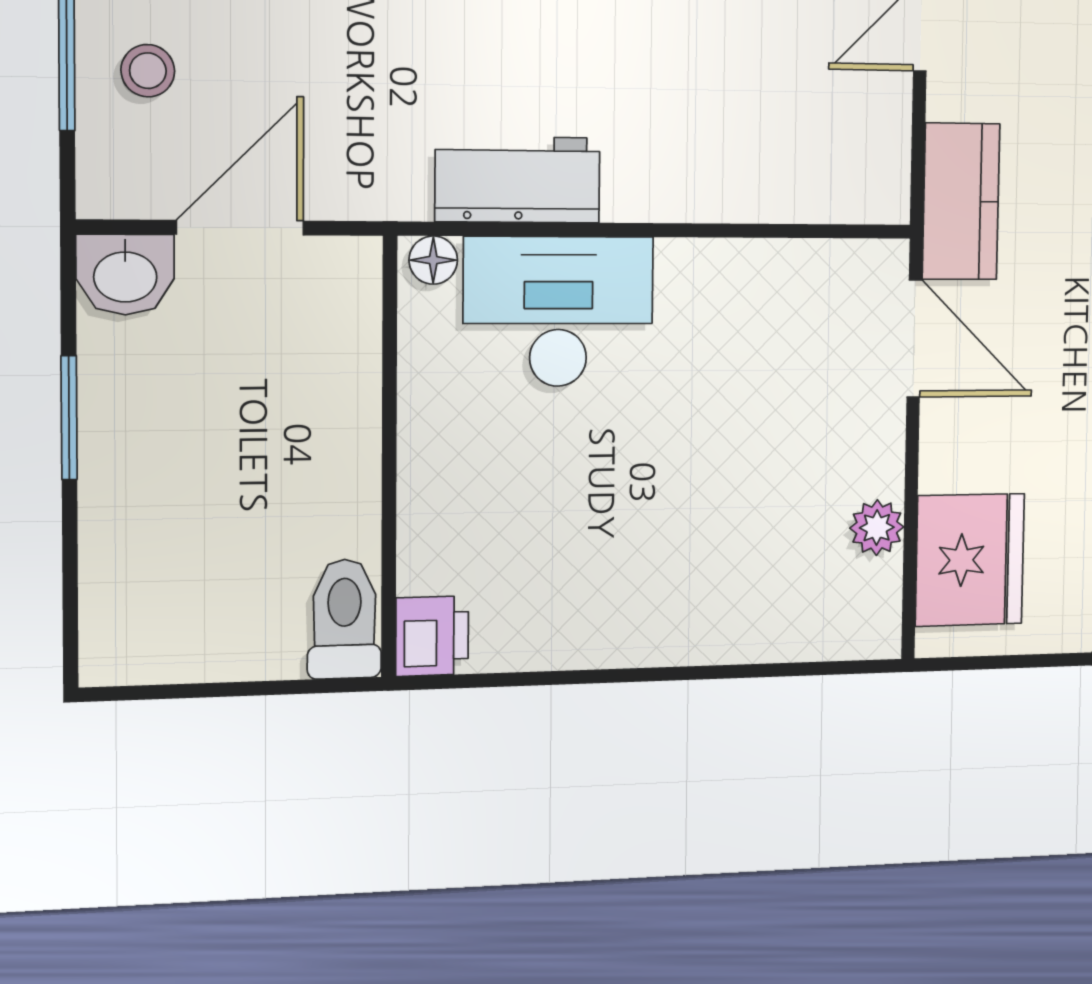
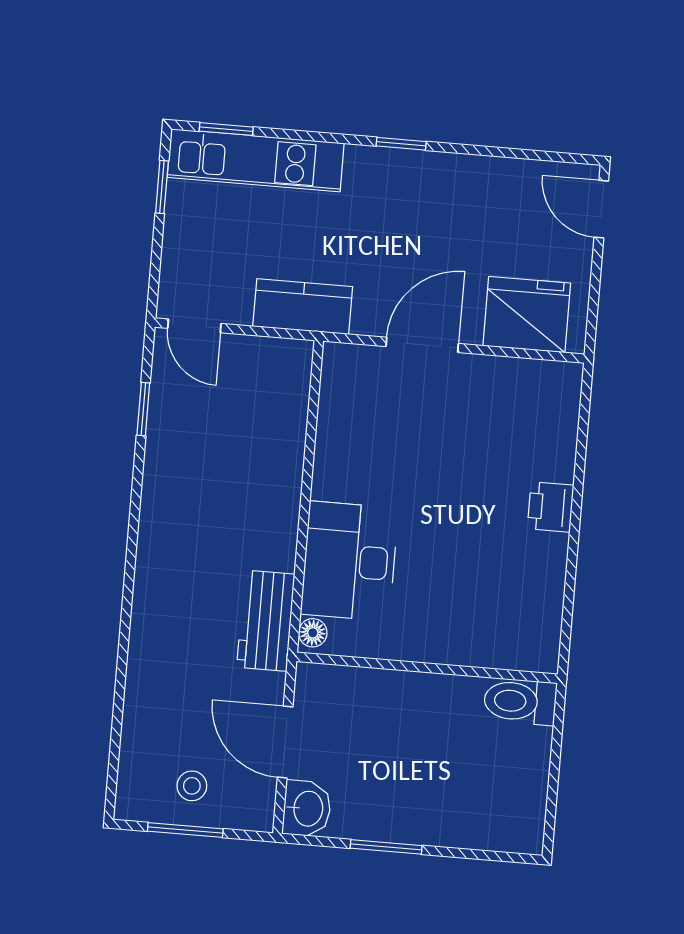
workbench: (518, 180) -> (266, 621), moved
door: (914, 339) -> (422, 345), moved
plant: (877, 528) -> (500, 373), removed
printer: (432, 636) -> (551, 507), moved, turned -90

